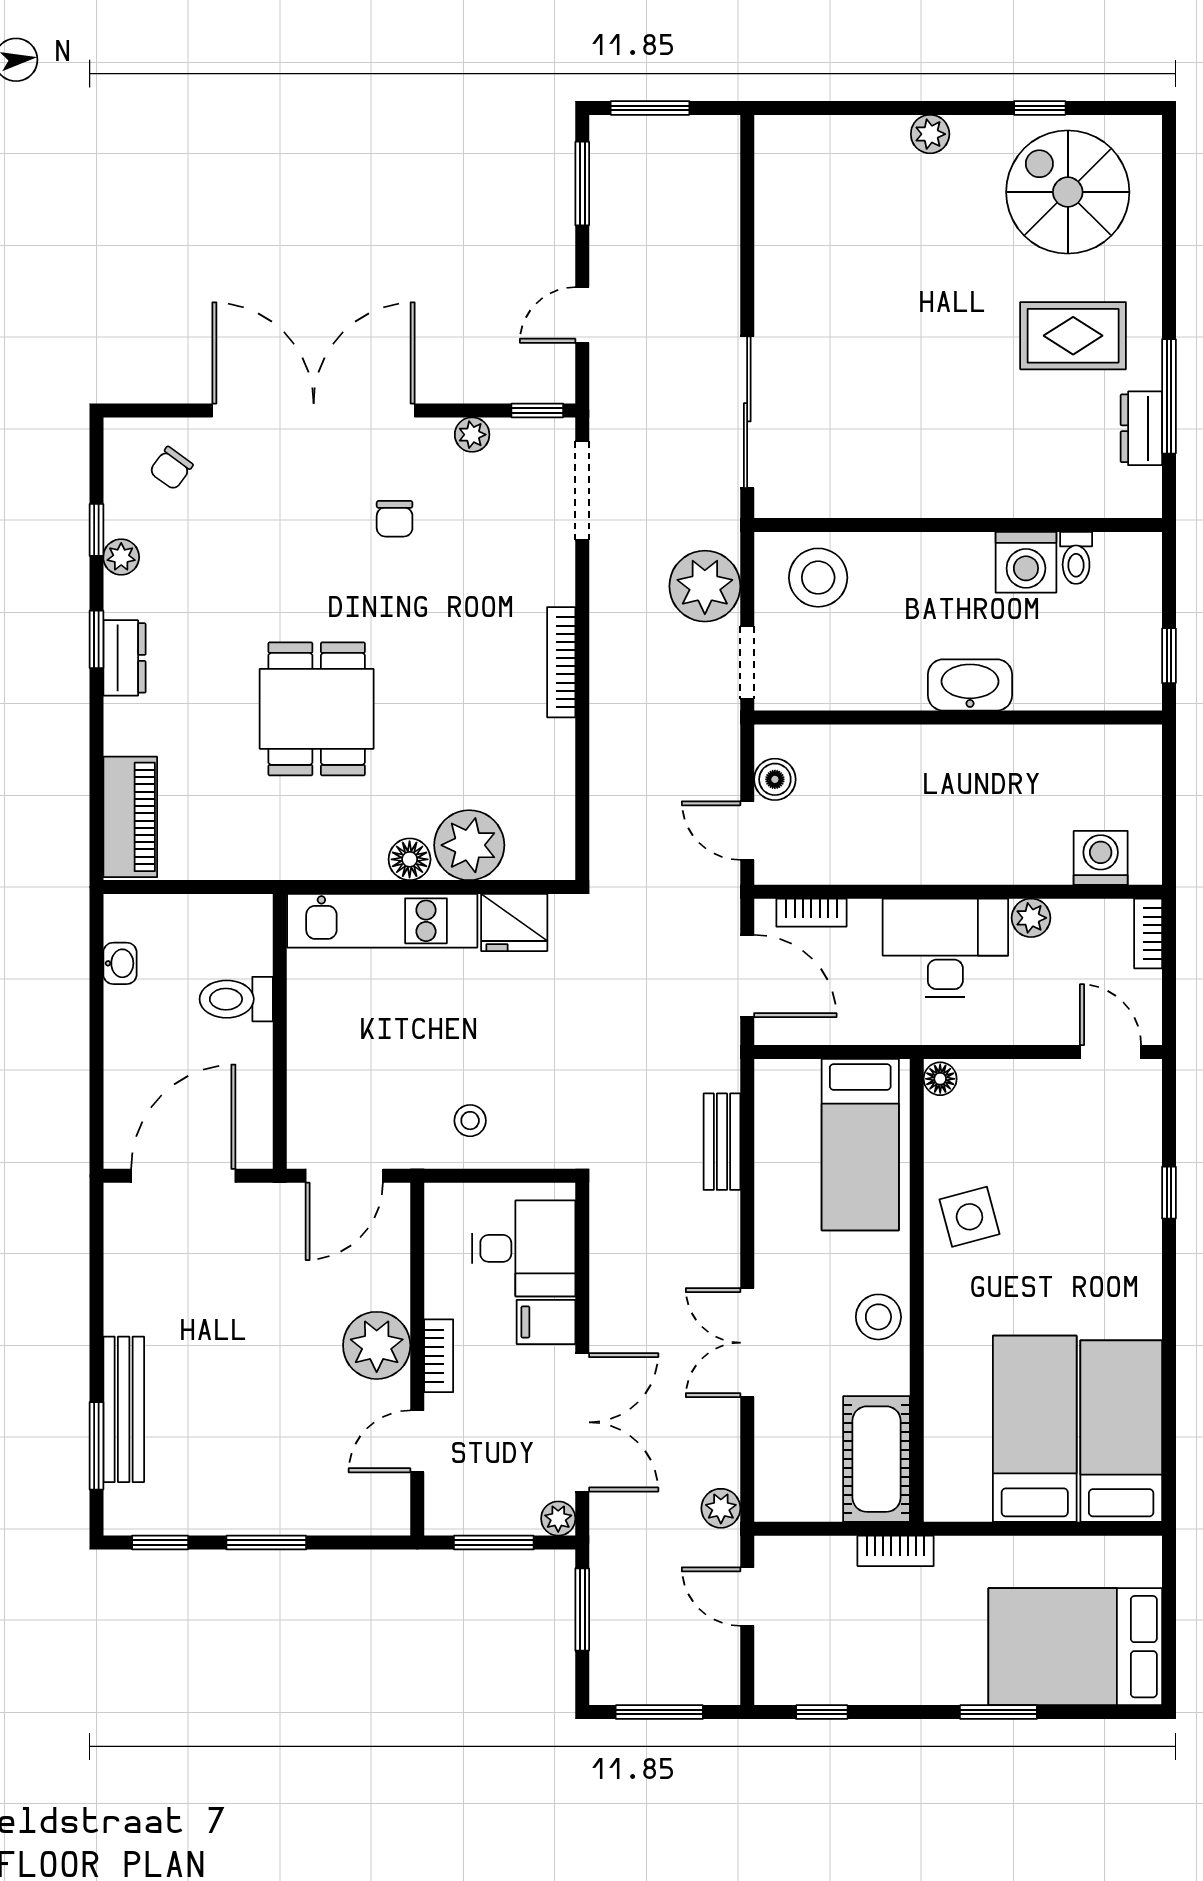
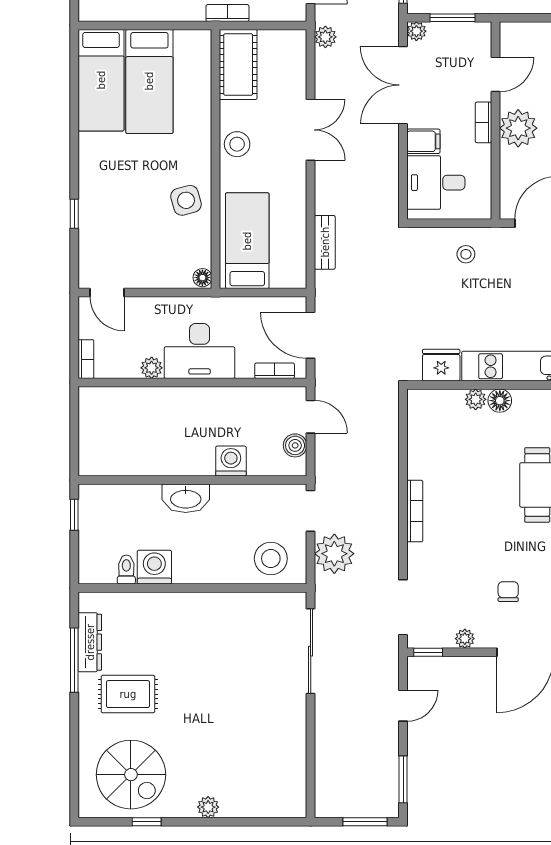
dresser: (1141, 428) -> (90, 642), width x1.44
plant: (469, 845) -> (476, 399), width x0.53, depth x0.53
washing machine: (1101, 858) -> (231, 461), moved, turned 180

